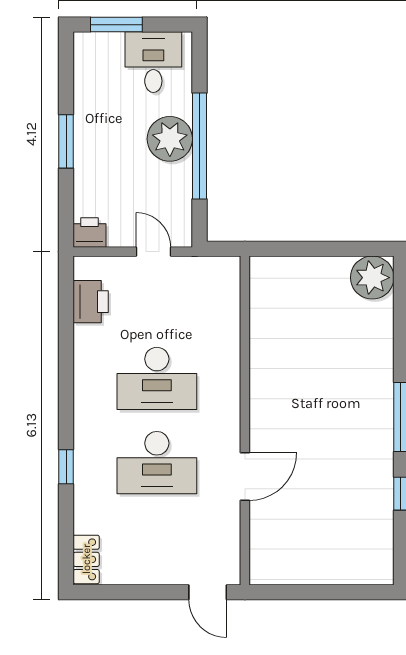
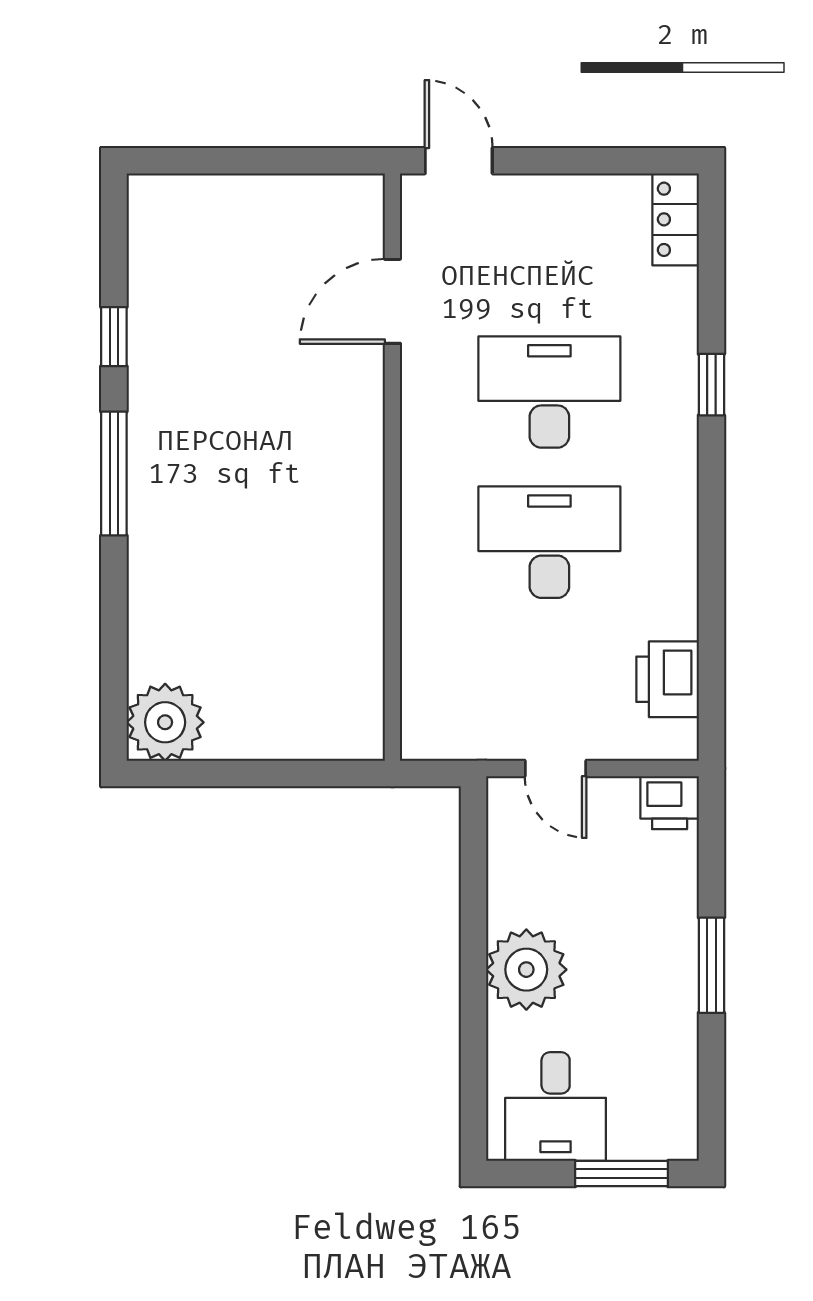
window: (199, 146) -> (473, 957), removed
door: (245, 477) -> (392, 301), moved

